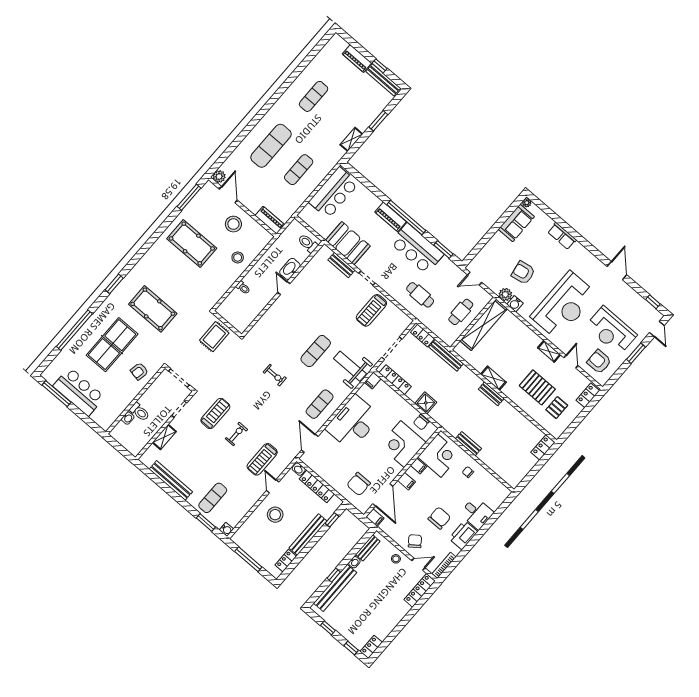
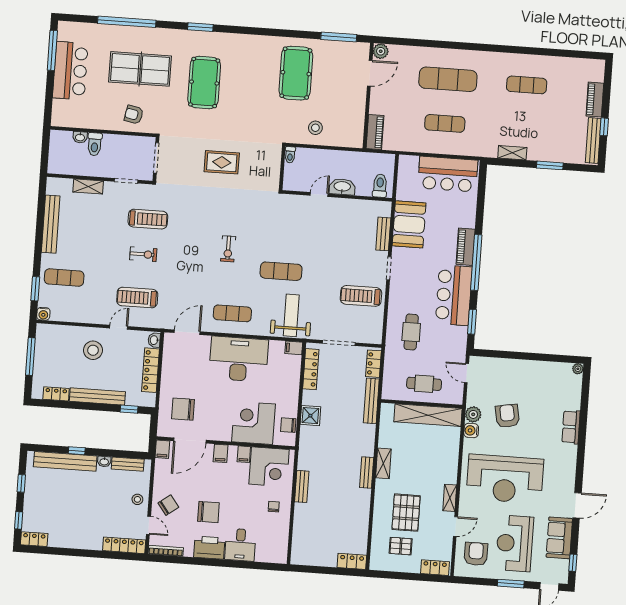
sofa: (516, 223) -> (559, 538), moved, turned 90
stool: (233, 224) -> (345, 99), removed
wall: (227, 324) -> (282, 168), moved

